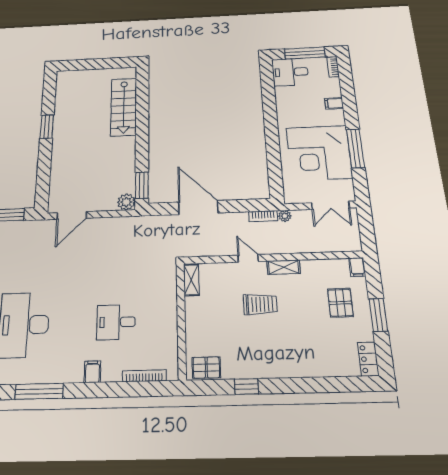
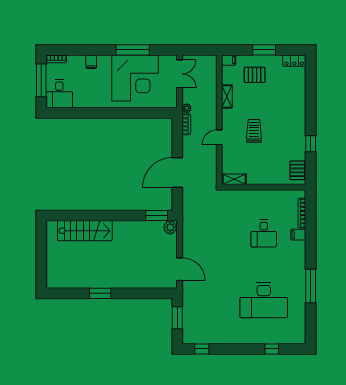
shelving: (284, 267) -> (227, 96), moved
filing cabinet: (92, 372) -> (298, 235), moved

